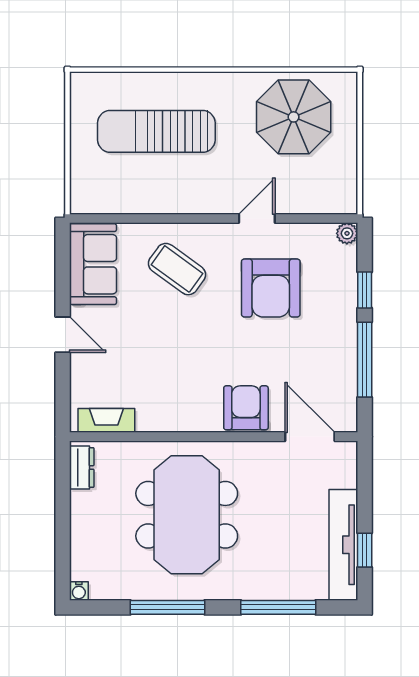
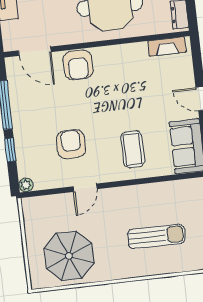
sun lounger: (156, 131) -> (156, 236), width x0.73, depth x0.75
coffee table: (177, 269) -> (133, 149), turned 54
armchair: (271, 288) -> (71, 144), width x0.73, depth x0.73

